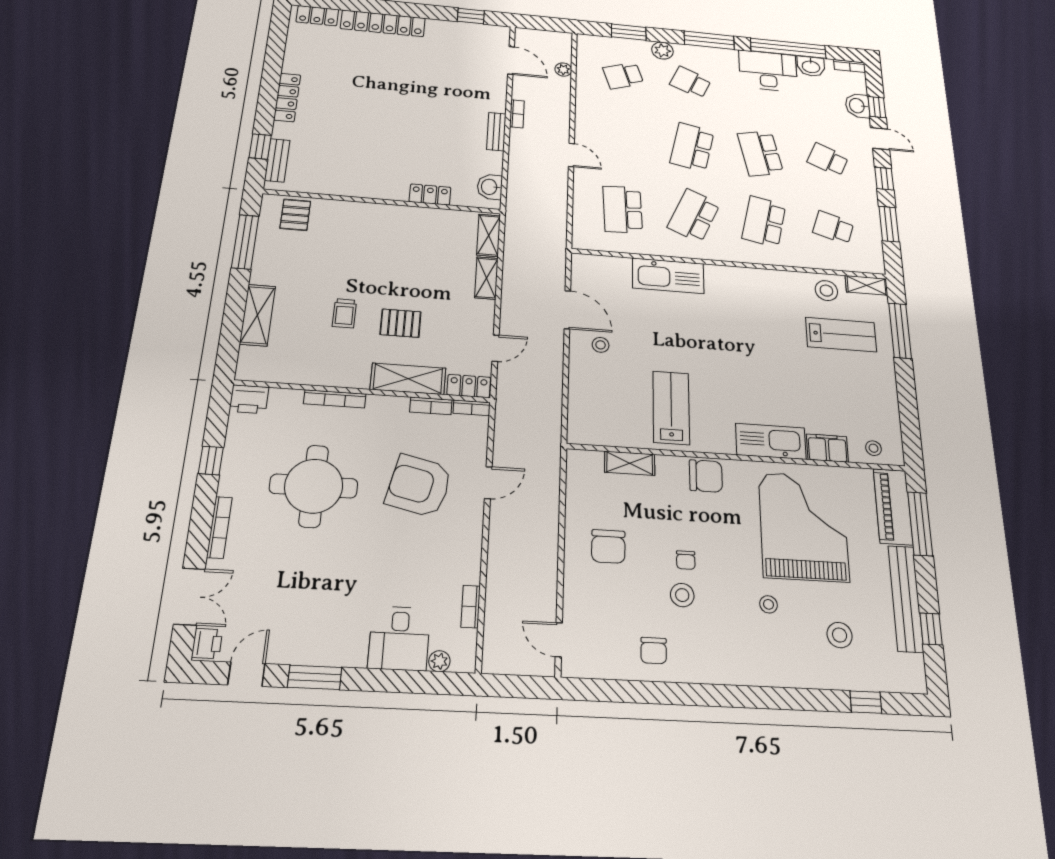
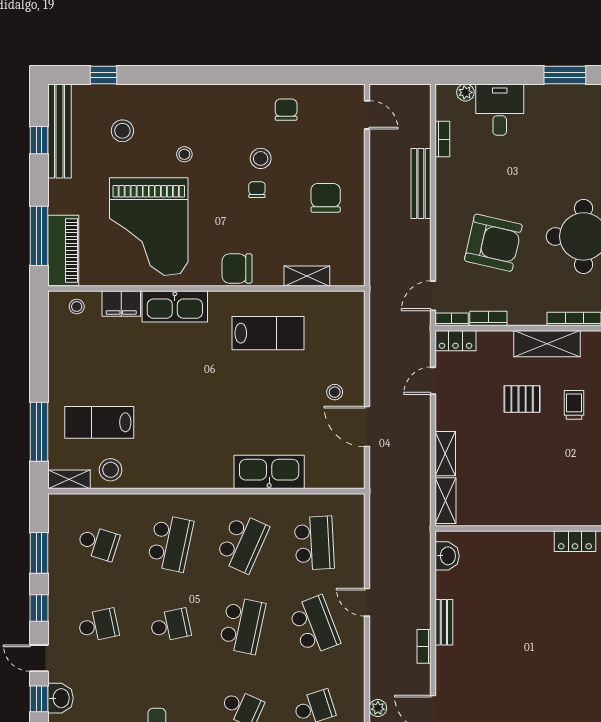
school desk: (623, 141) -> (314, 625), added
school desk: (760, 153) -> (170, 625), width x0.54
school desk: (828, 160) -> (98, 625), turned -36
locker: (430, 195) -> (575, 541), moved
shelving: (408, 379) -> (547, 344), moved
lab bench: (671, 408) -> (268, 333), turned -90
door: (488, 483) -> (433, 296), moved
bench: (498, 556) -> (421, 183), added
bench: (906, 598) -> (59, 131), moved

